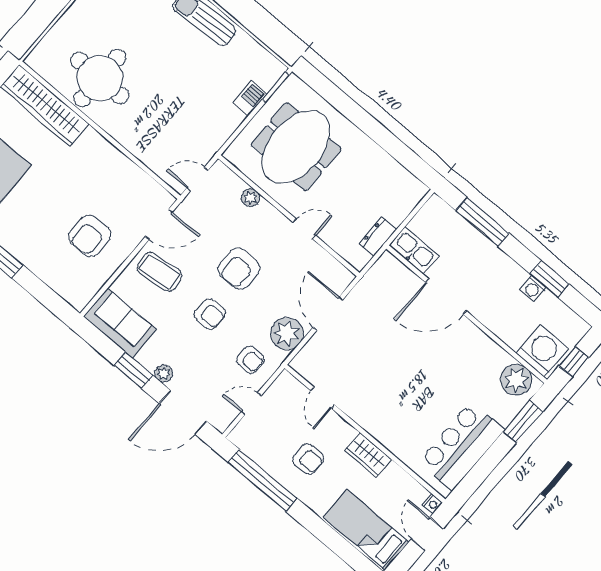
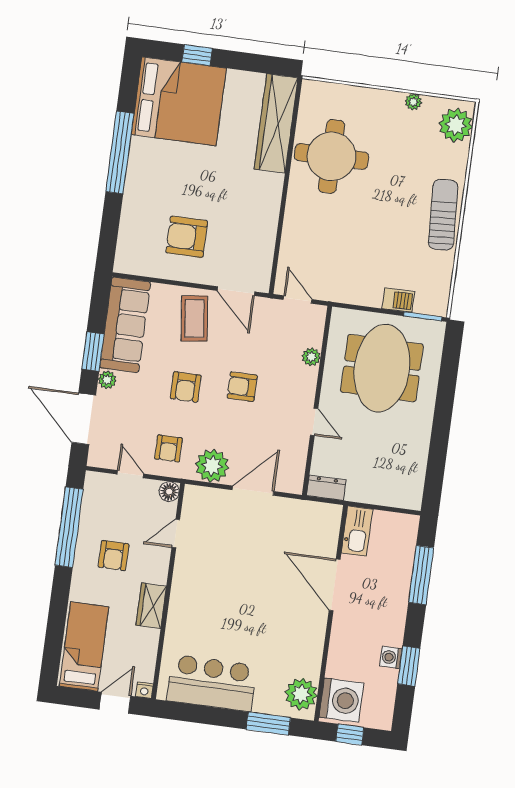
meeting table: (296, 147) -> (382, 368), turned 90
dresser: (378, 237) -> (326, 488), moved
armchair: (239, 269) -> (242, 387), width x0.72, depth x0.72
sofa: (120, 323) -> (125, 325), width x1.36
floor lamp: (286, 381) -> (169, 492), added

